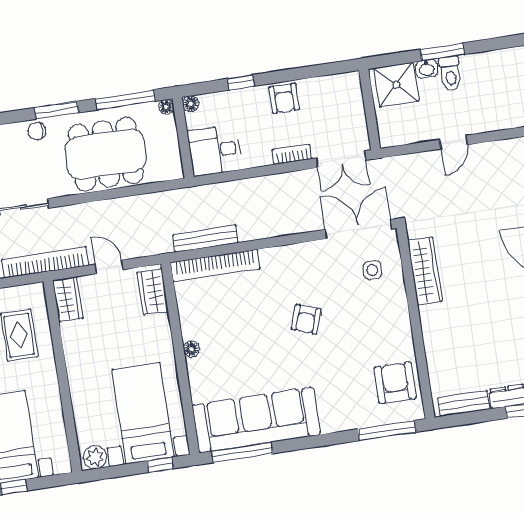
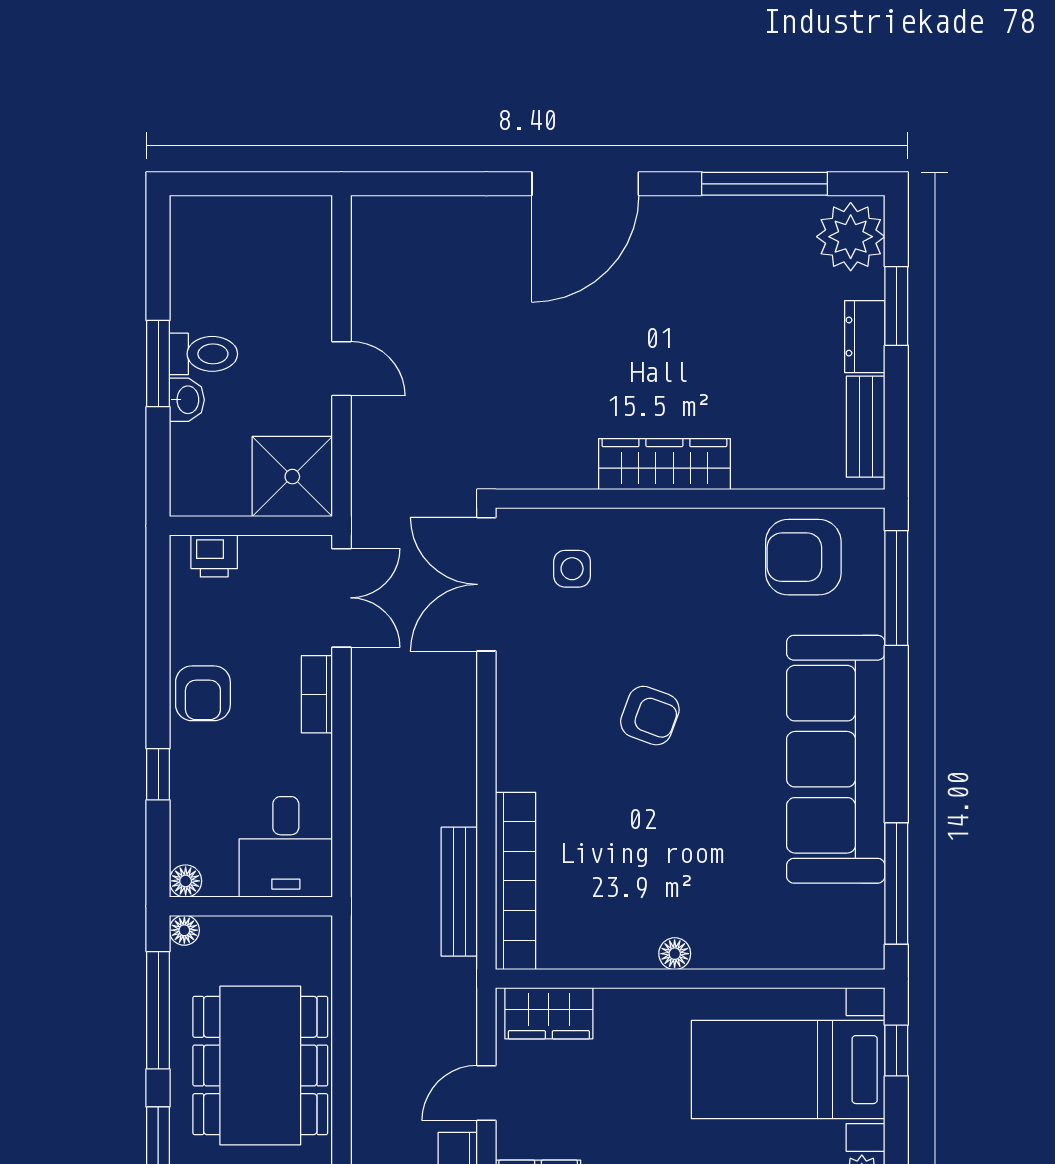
shower: (396, 85) -> (292, 477), moved
printer: (352, 94) -> (214, 556), added
armchair: (284, 98) -> (203, 693), turned 90
wardrobe: (425, 271) -> (664, 464), moved
sofa: (256, 420) -> (836, 759), moved

